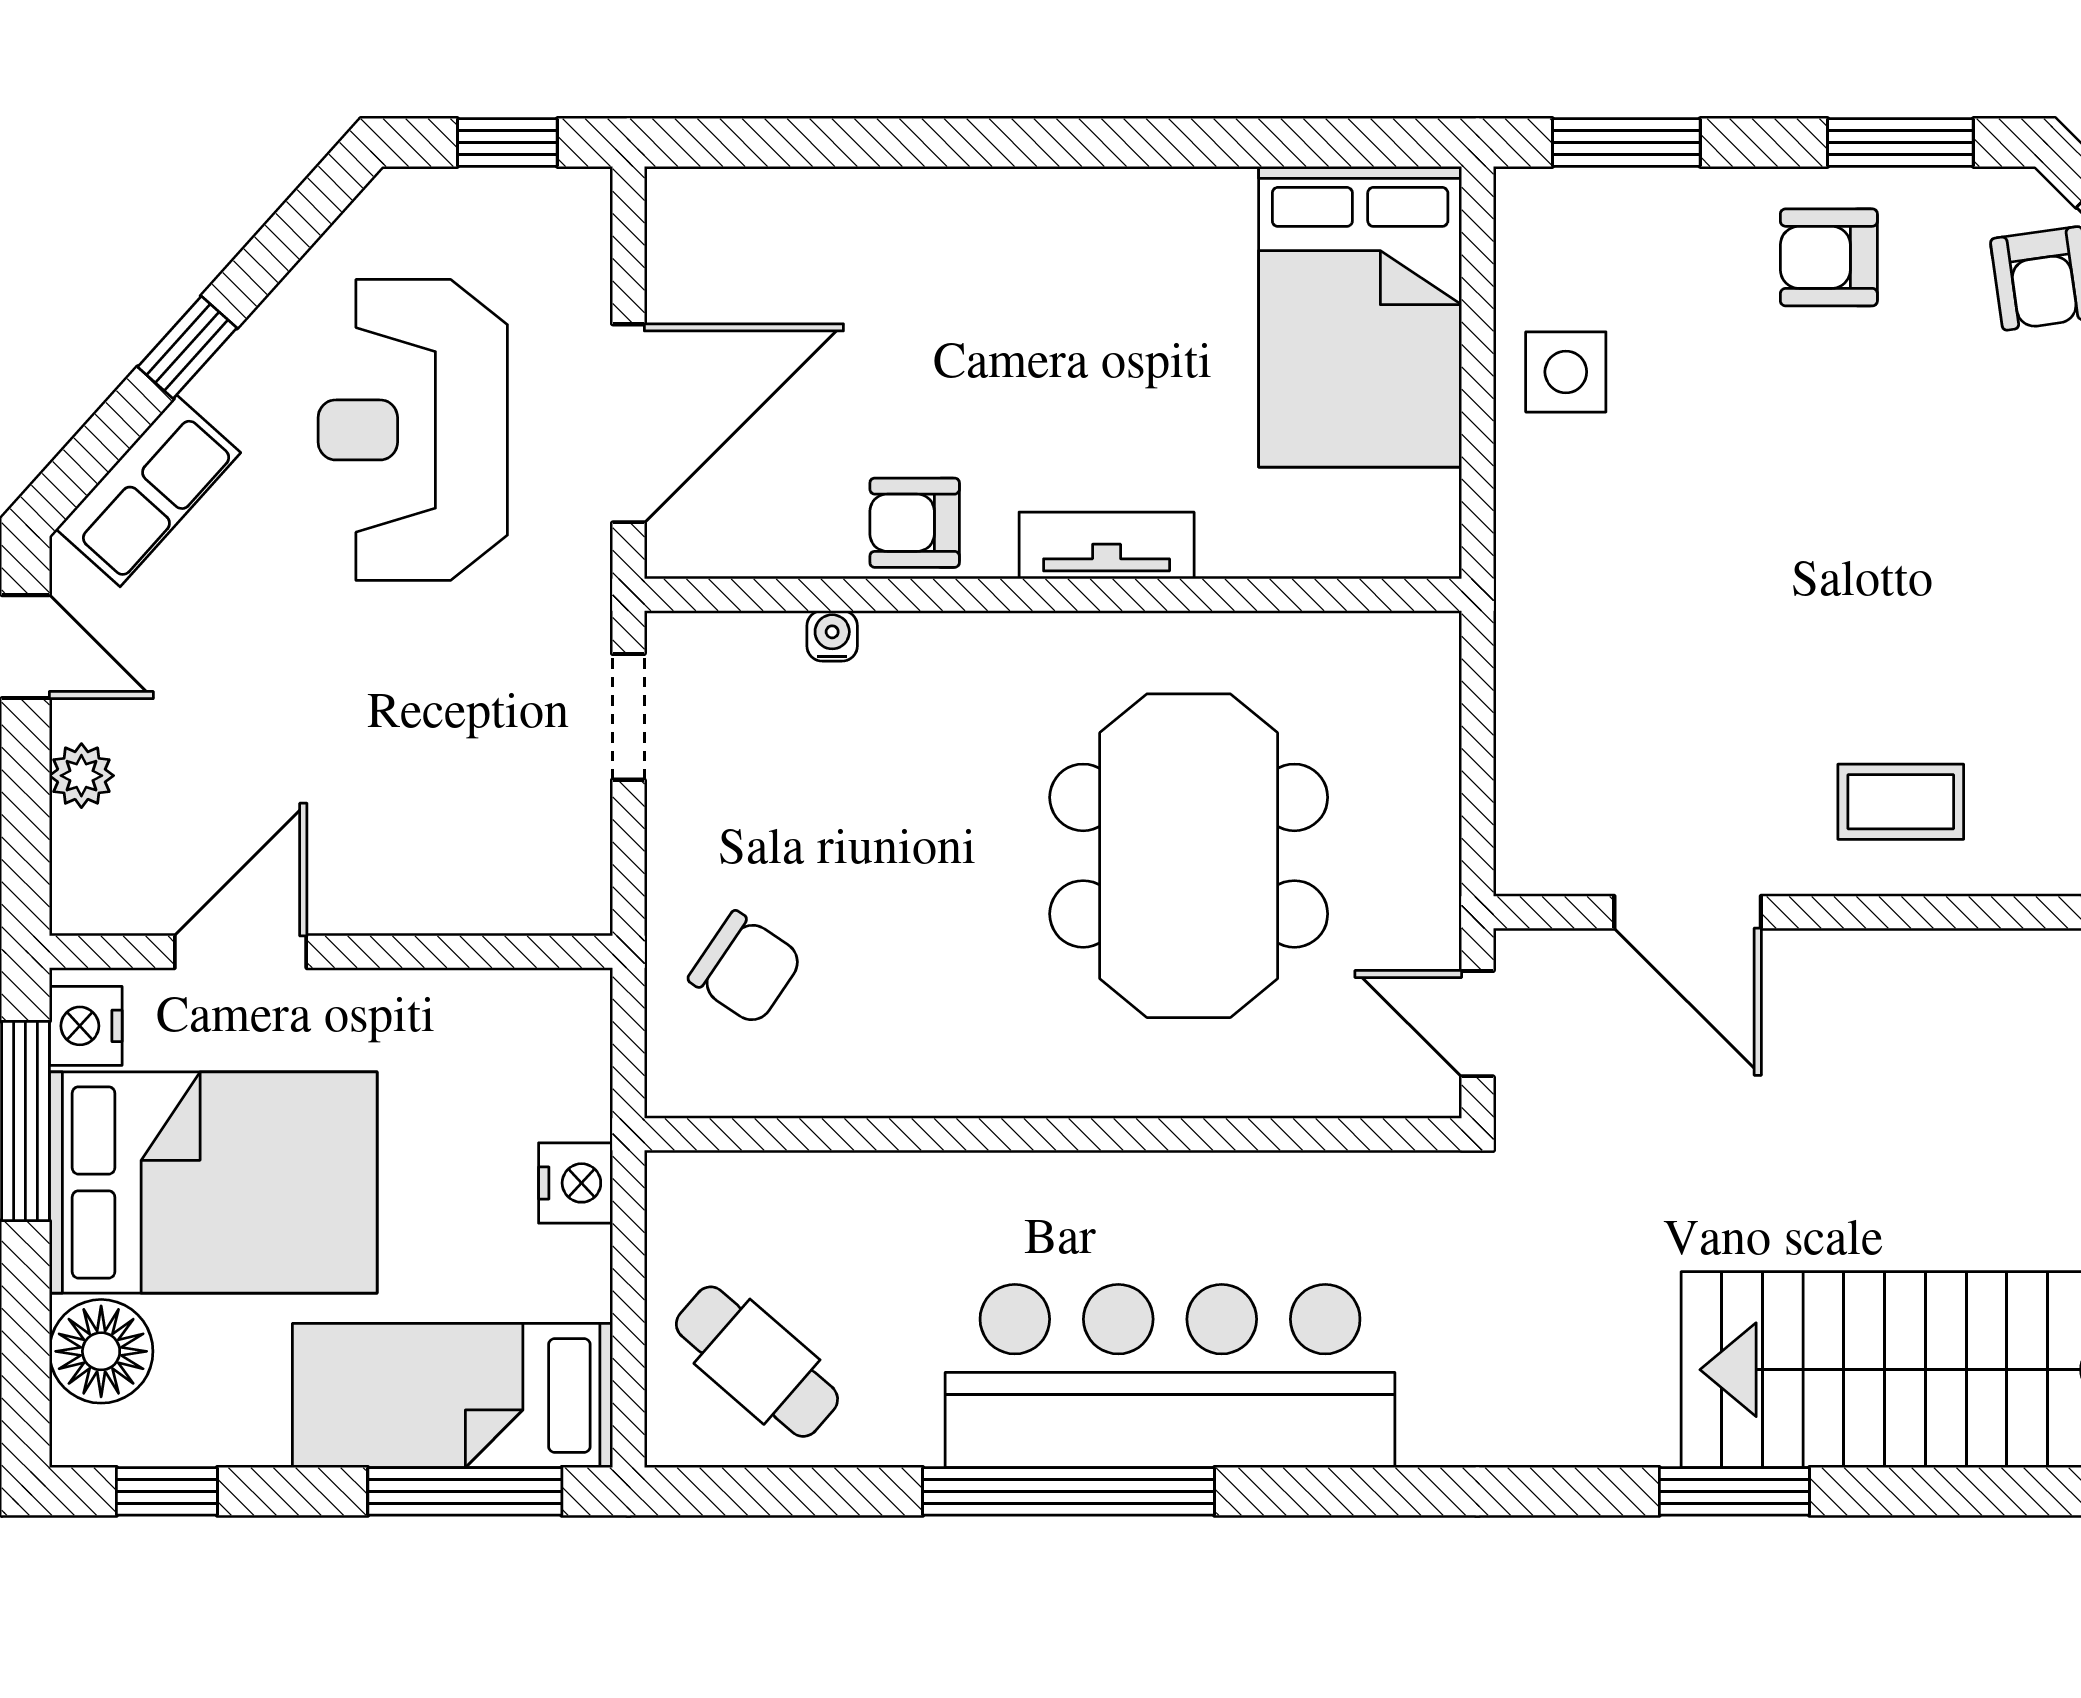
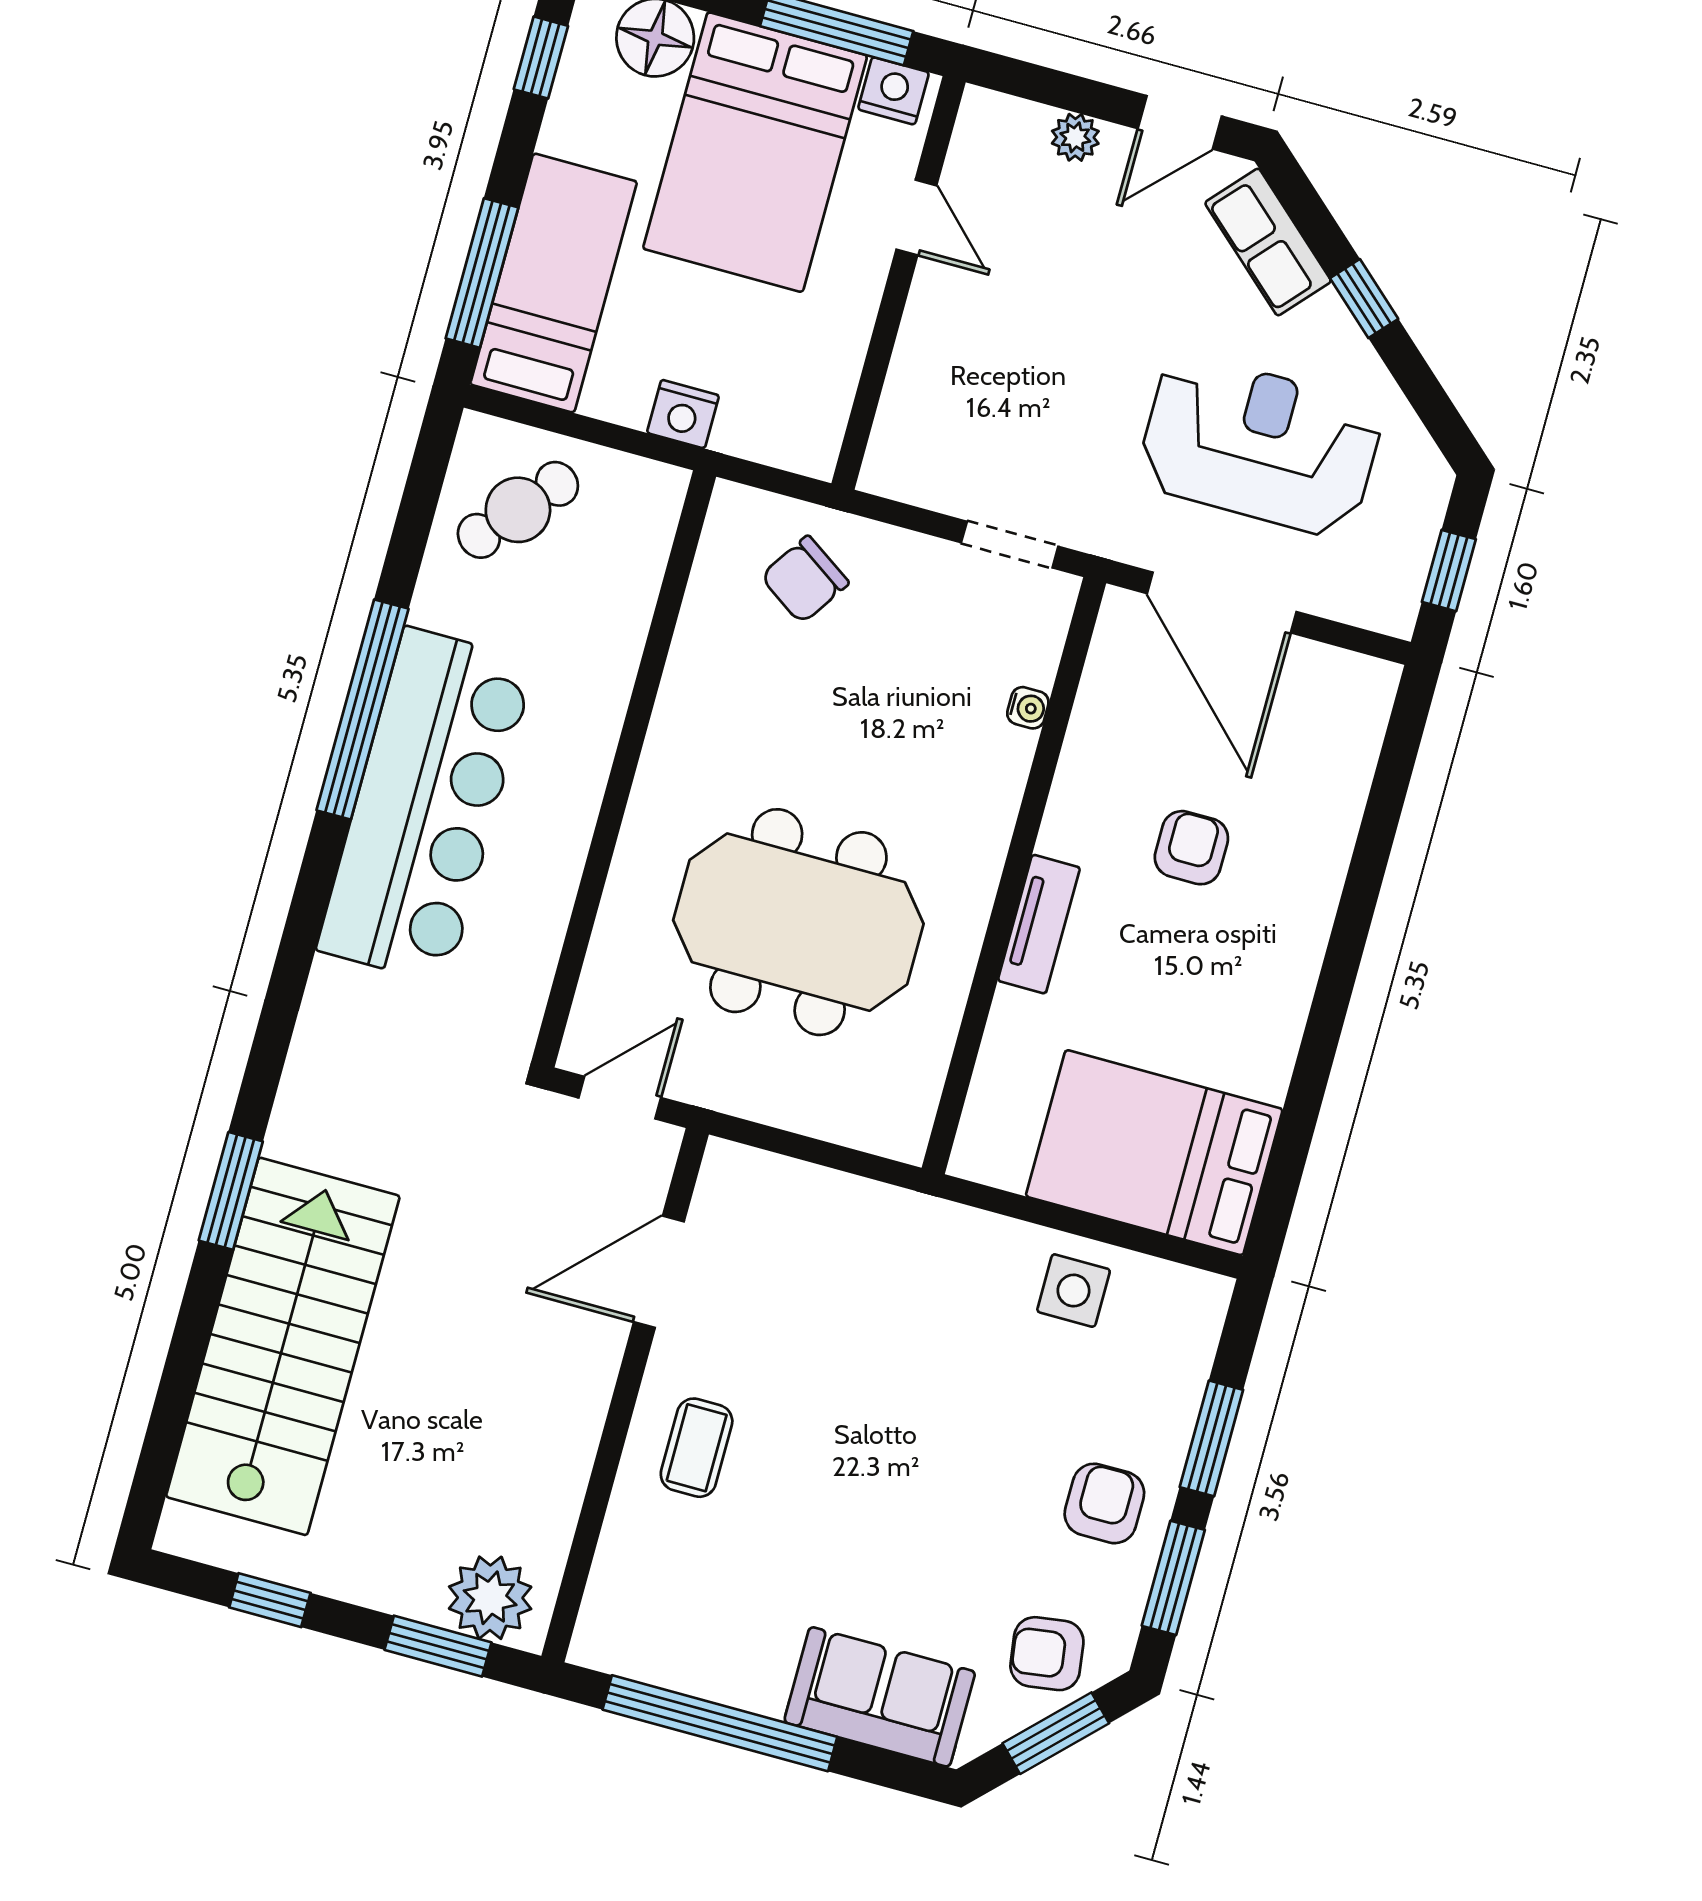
window: (1626, 143) -> (1211, 1438), moved
armchair: (915, 523) -> (1191, 848), moved
door: (241, 952) -> (916, 217), width x0.73

